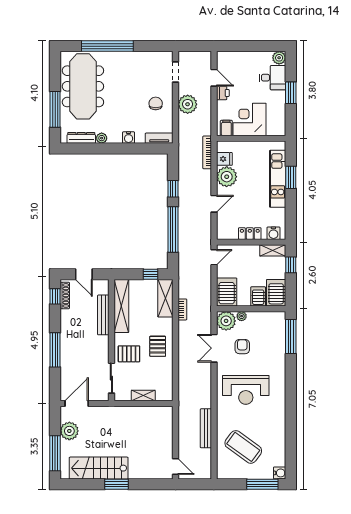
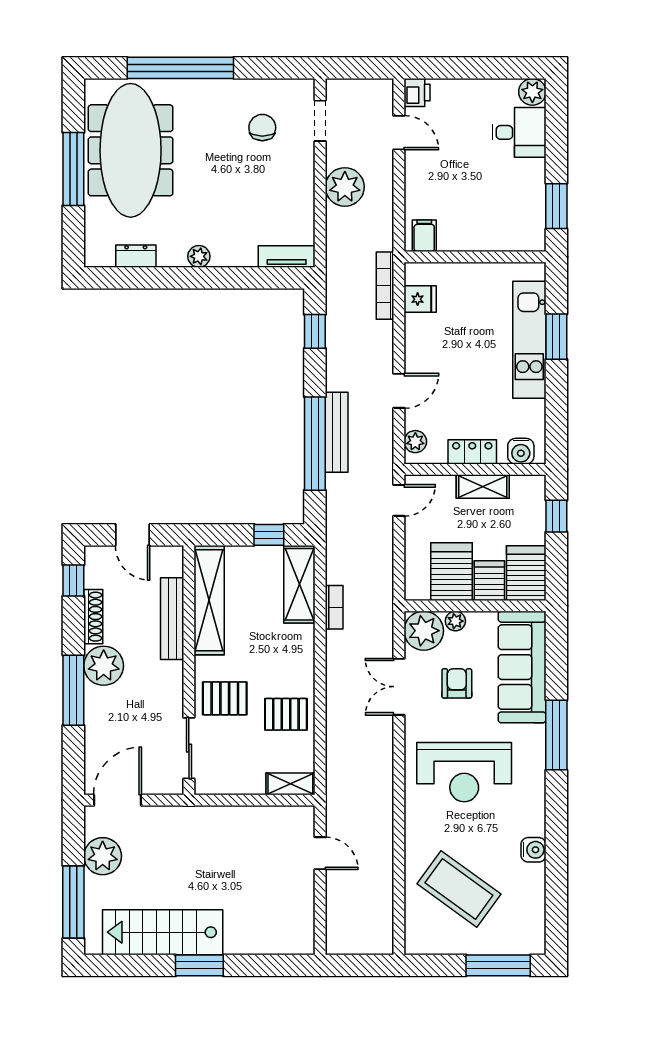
printer: (223, 93) -> (417, 92), moved
window: (291, 93) -> (556, 206), moved
chair: (156, 103) -> (262, 128), moved
window: (55, 109) -> (73, 169), moved
corner desk: (249, 119) -> (472, 218), removed
dresser: (81, 138) -> (136, 256), width x0.70
plant: (102, 138) -> (199, 256), moved
water cooler: (129, 138) -> (224, 255), removed
plant: (227, 177) -> (415, 442), moved, width x0.53, depth x0.53
window: (173, 189) -> (315, 331), moved
shelving: (273, 250) -> (483, 486), moved
server rack: (227, 292) -> (452, 572), moved
shoe rack: (65, 295) -> (93, 617), moved
window: (291, 336) -> (556, 735), moved
plant: (70, 338) -> (104, 666), added
sofa: (274, 339) -> (522, 667), added
pallet: (158, 346) -> (286, 714), moved, turned 90
shelving: (143, 396) -> (290, 784), moved
bench: (206, 428) -> (337, 432), moved
door: (176, 466) -> (320, 853), moved
water cooler: (280, 473) -> (533, 850), moved

